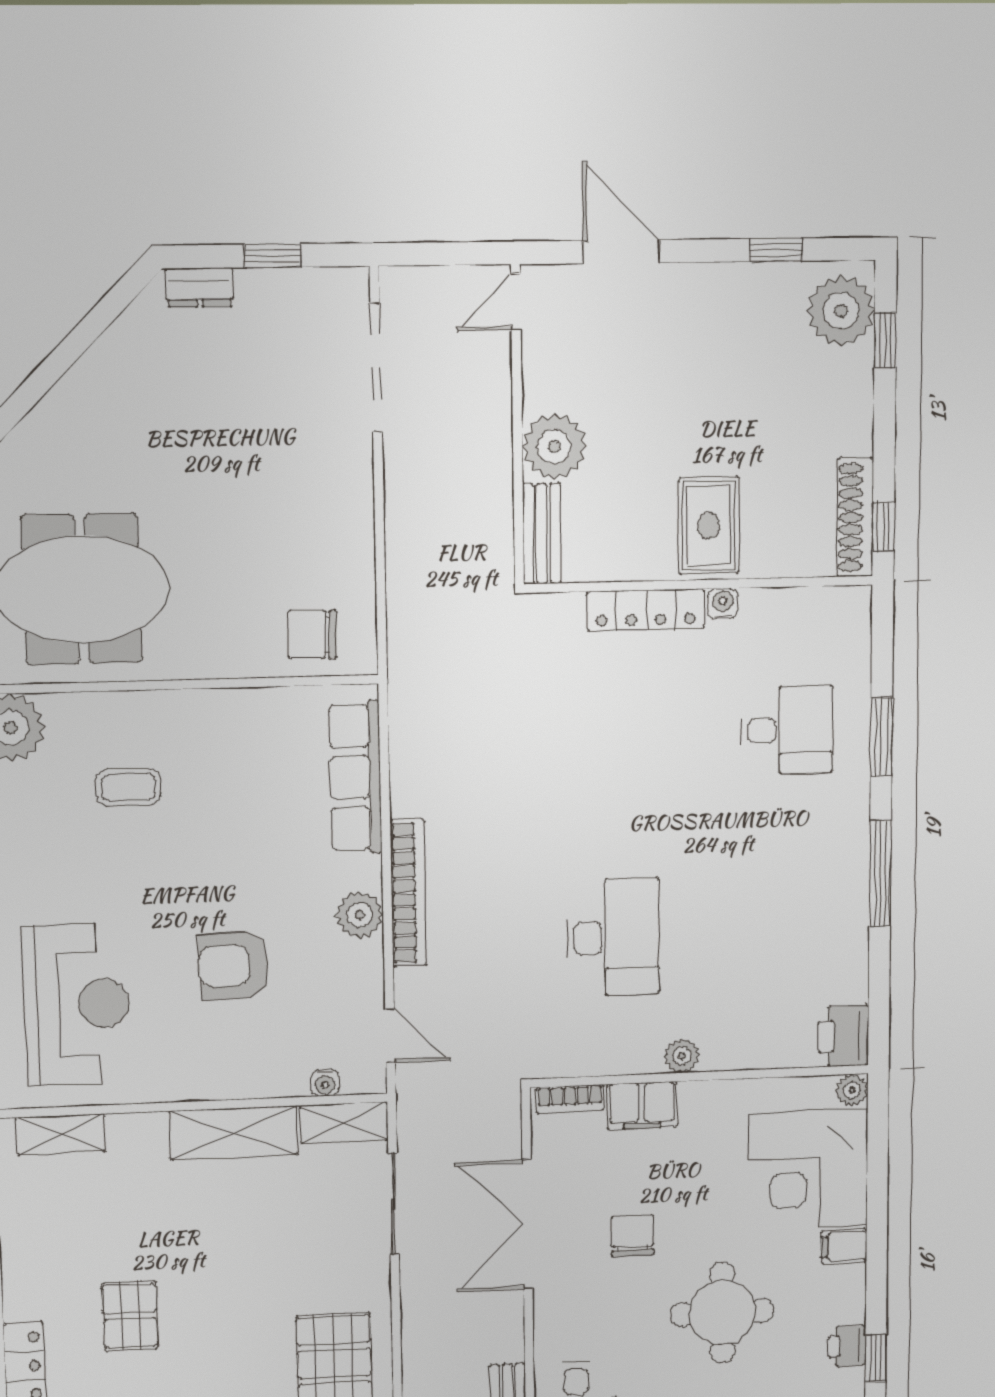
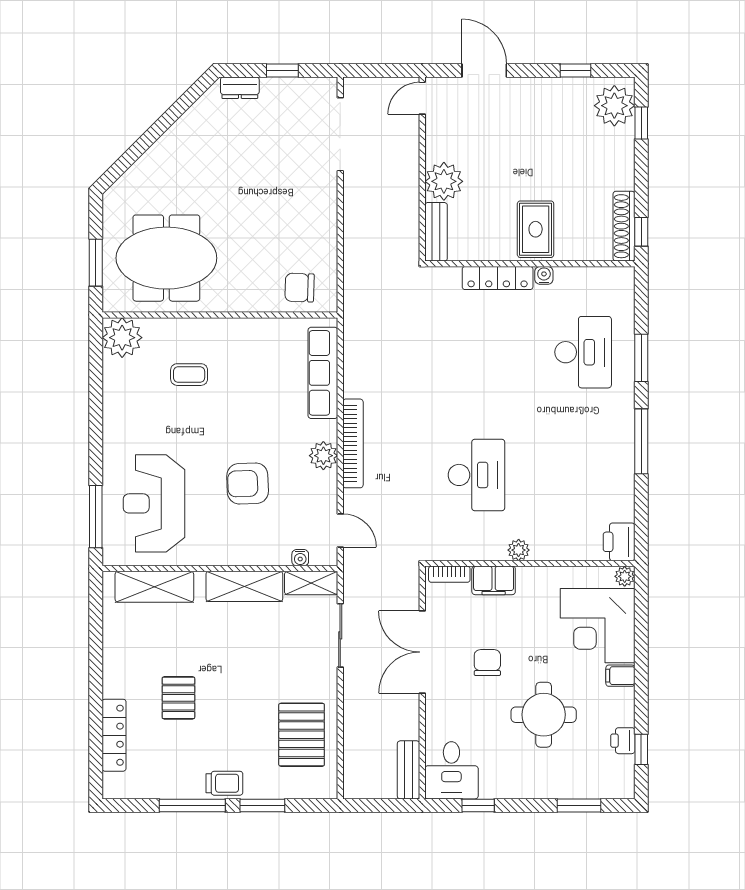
desk: (787, 730) -> (583, 352), width x1.37
reception desk: (77, 1004) -> (154, 503), turned 180
shelving: (61, 1135) -> (154, 587), width x1.50, depth x1.33

